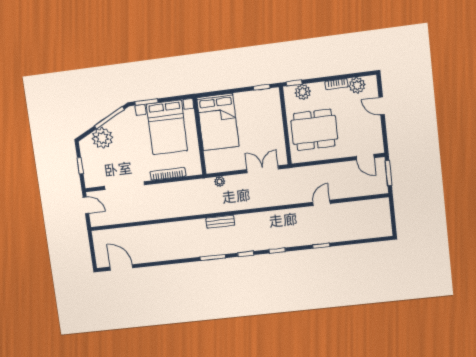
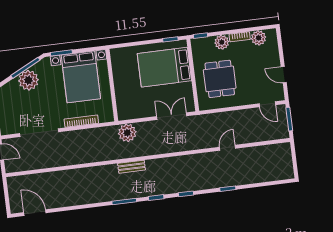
plant: (303, 92) -> (222, 42), moved
door: (382, 106) -> (284, 75), moved
bed: (218, 122) -> (164, 67), moved, turned 90
dining table: (314, 130) -> (220, 79), width x0.73
plant: (102, 138) -> (28, 80), moved
plant: (220, 181) -> (127, 133), width x1.88, depth x1.88

